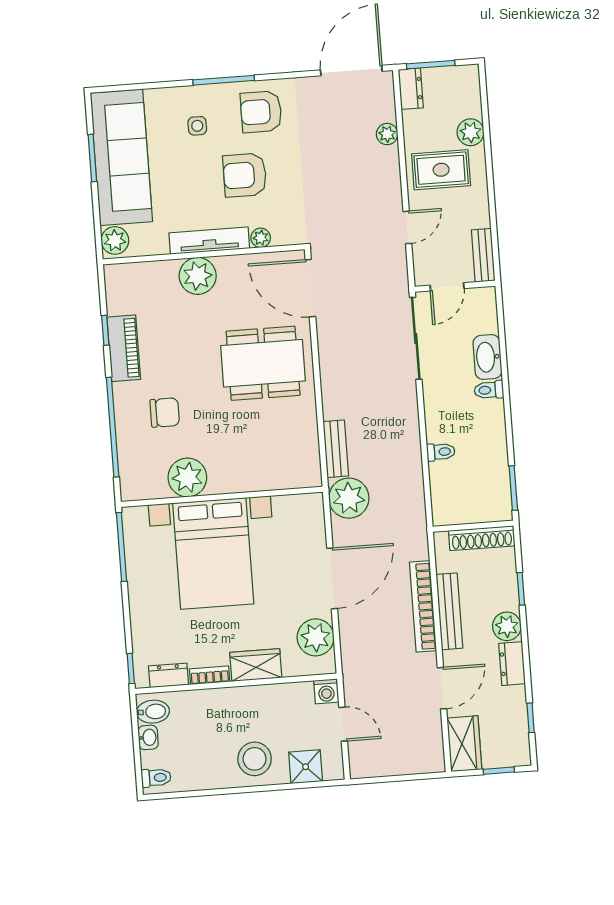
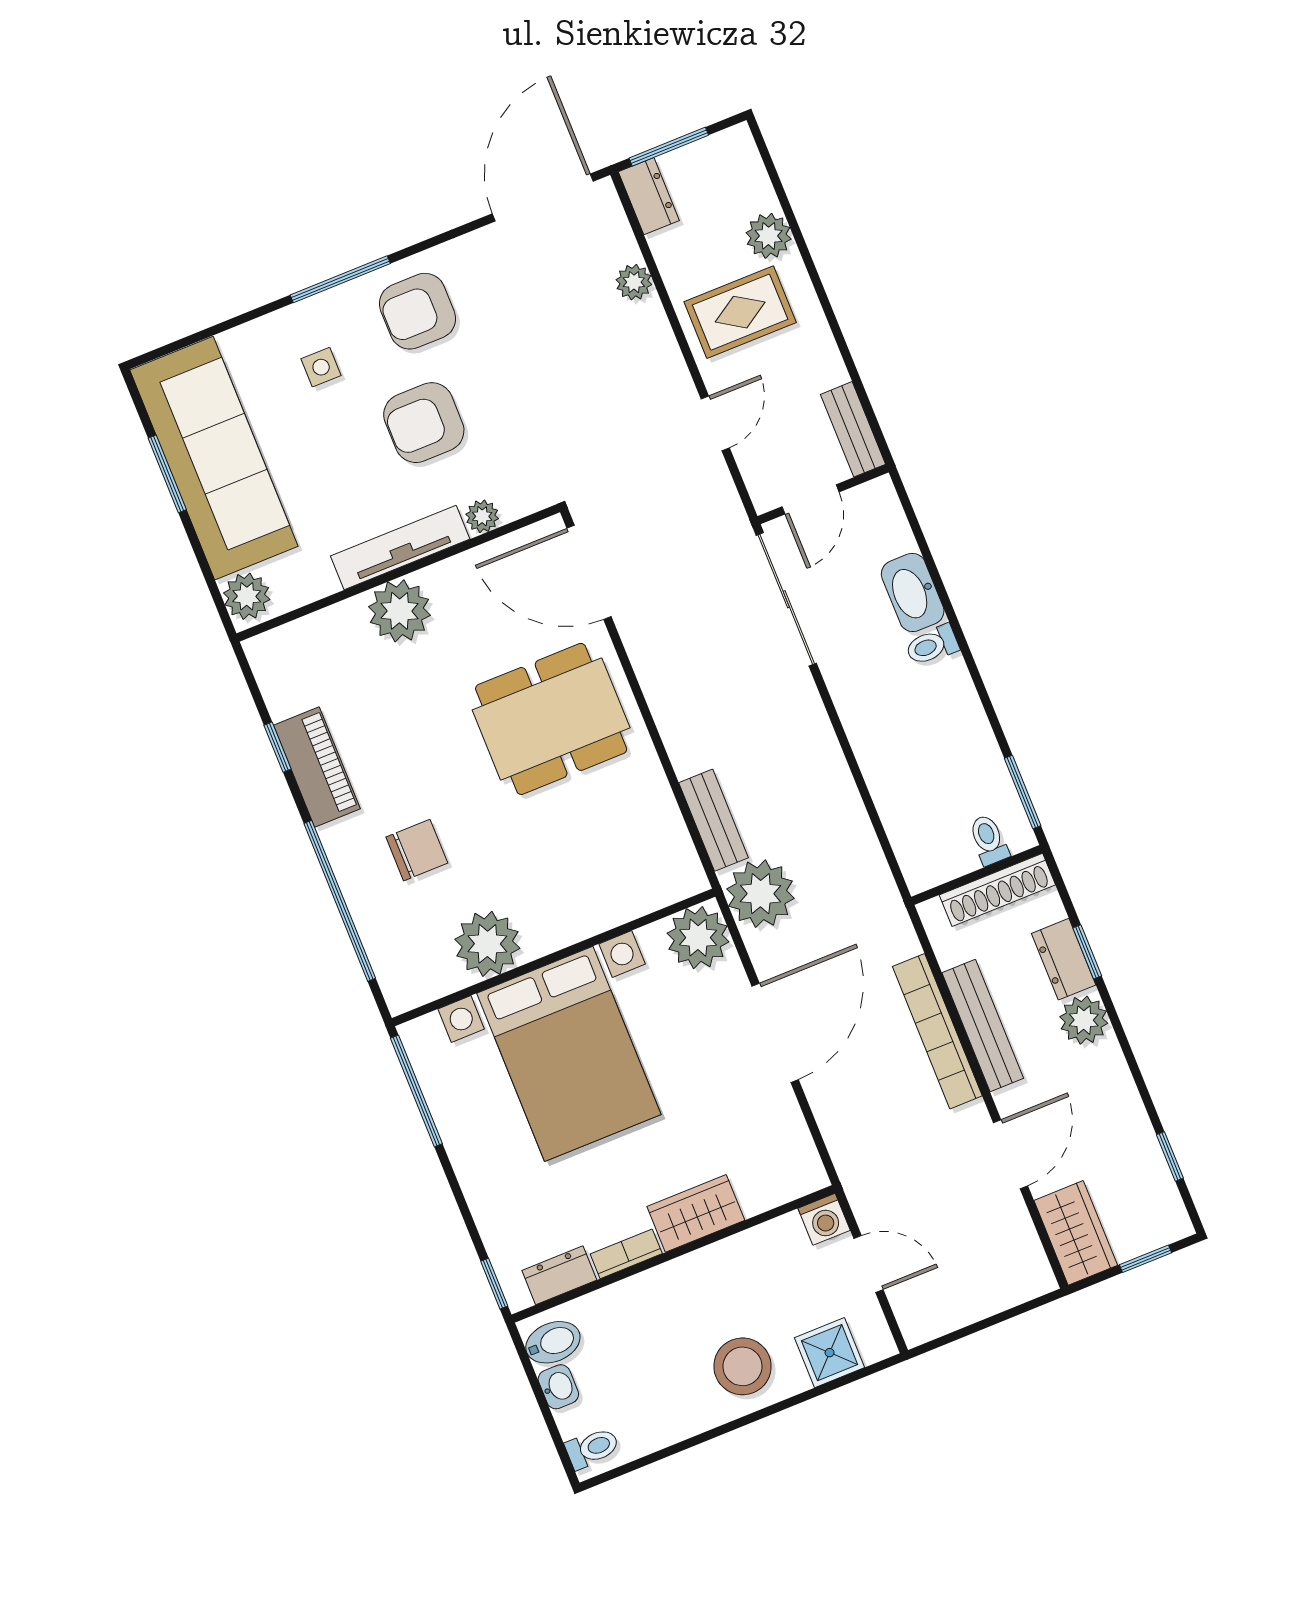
toilet: (441, 452) -> (989, 840), moved, turned -90
plant: (316, 637) -> (698, 938), moved
dresser: (512, 664) -> (1064, 959), moved

